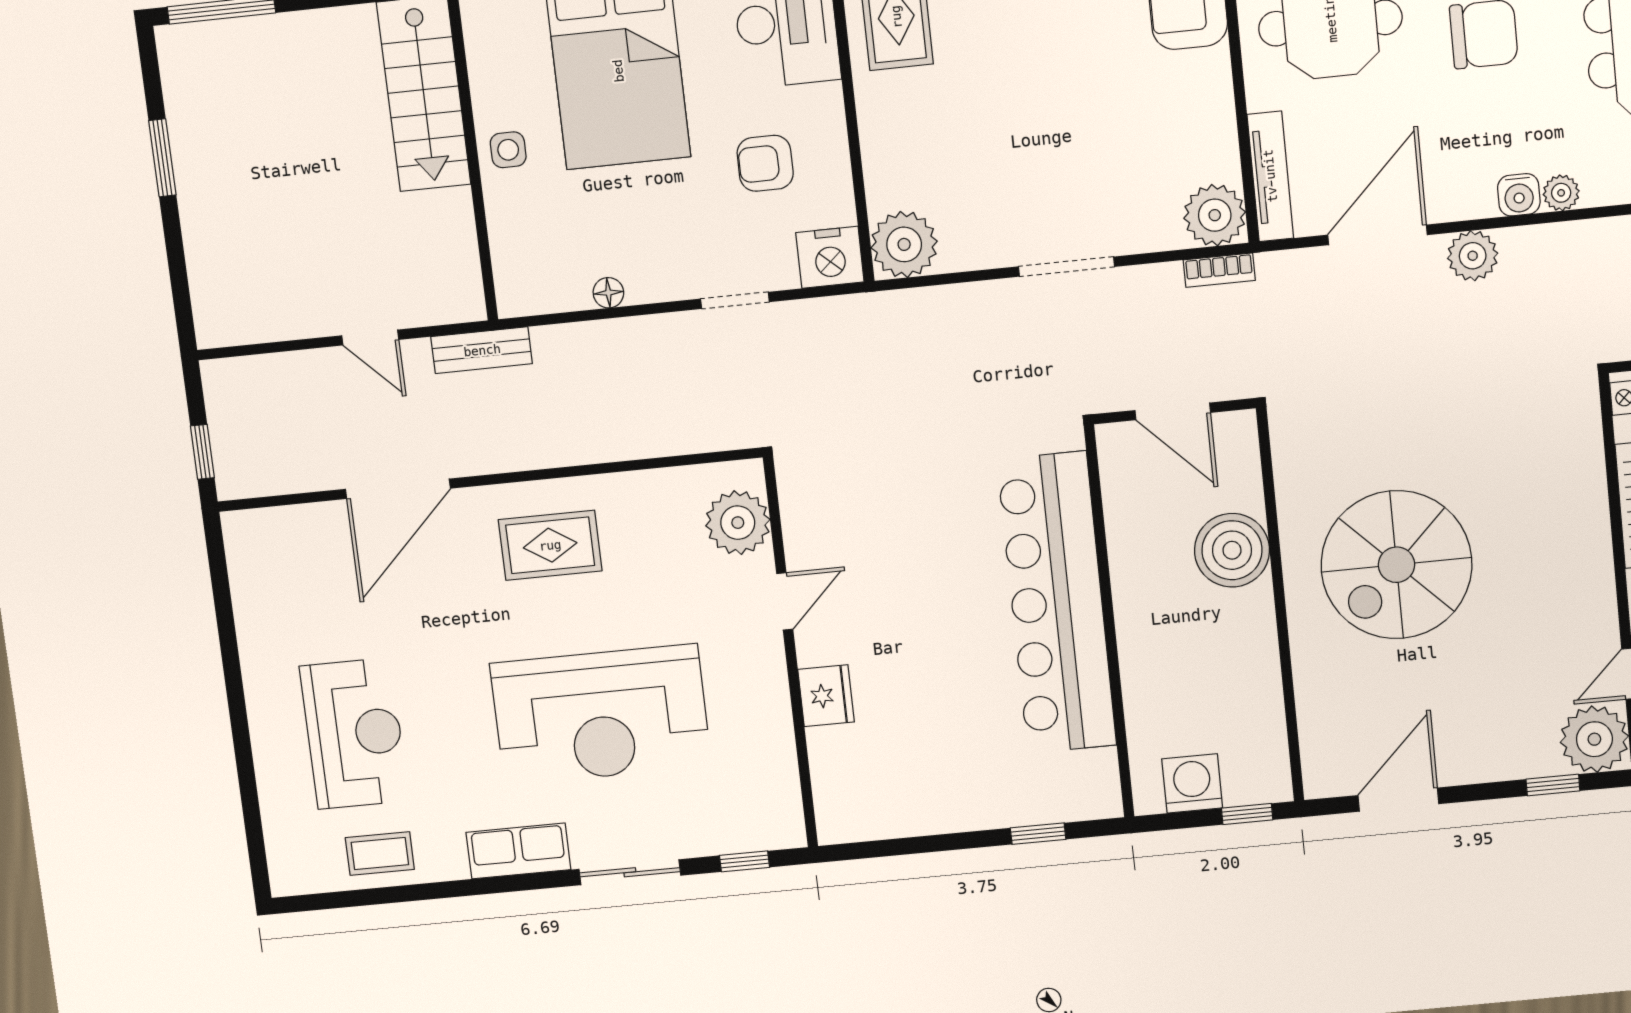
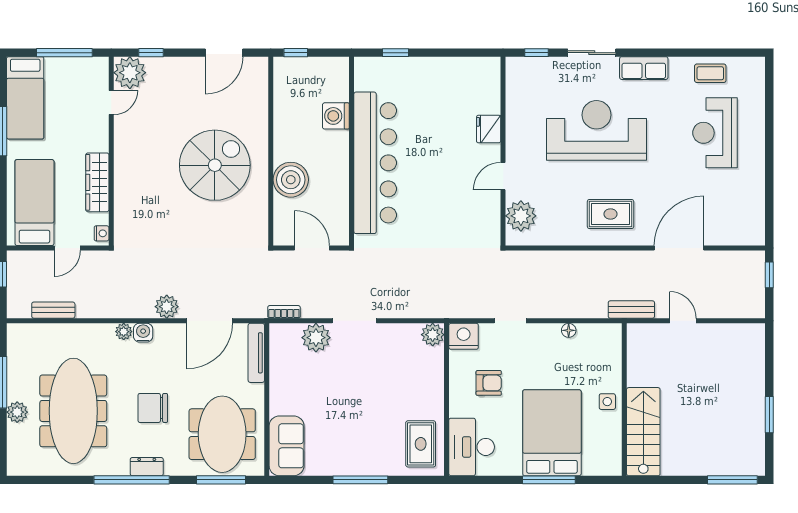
plant: (1215, 215) -> (316, 338), moved
plant: (904, 244) -> (433, 335), width x0.73, depth x0.73
washing machine: (1192, 783) -> (336, 116), moved, turned 90

